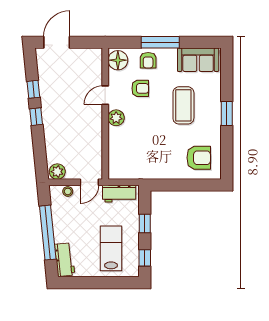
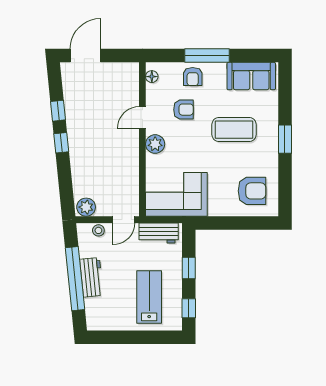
floor lamp: (118, 60) -> (152, 77), width x0.53, depth x0.53
coffee table: (183, 105) -> (234, 130), turned 90
corner sofa: (134, 161) -> (176, 194), added
workbench: (65, 260) -> (91, 277), moved

